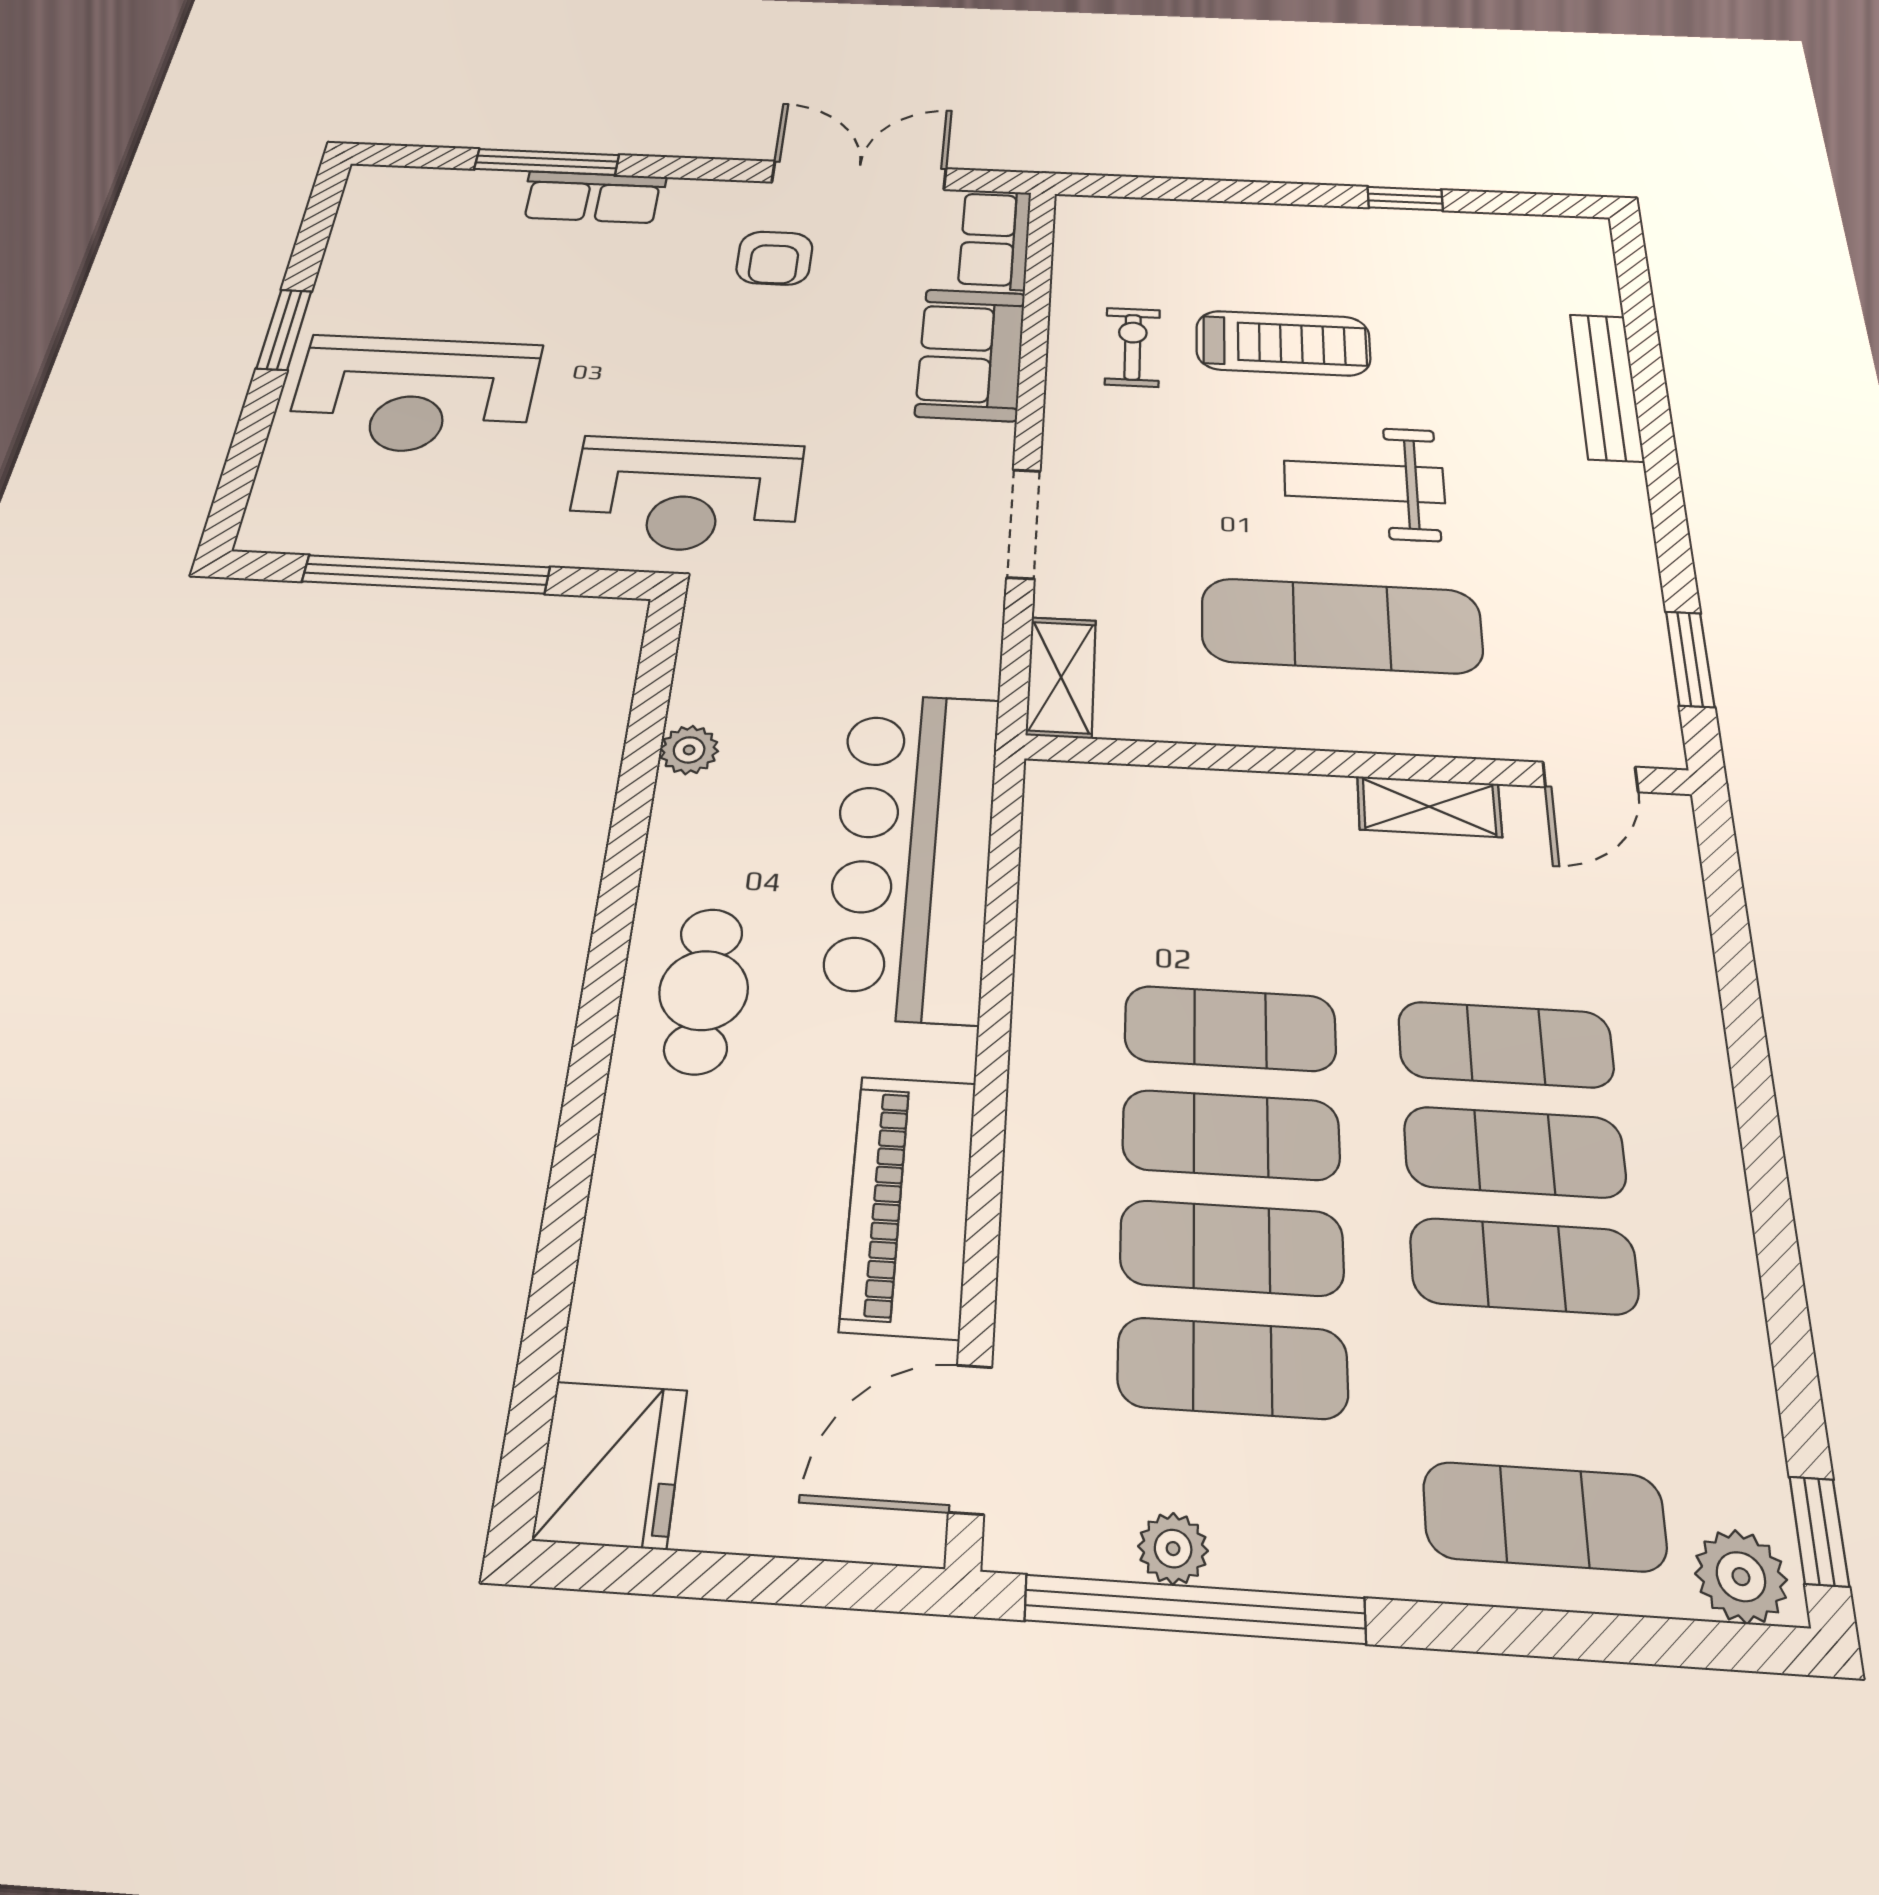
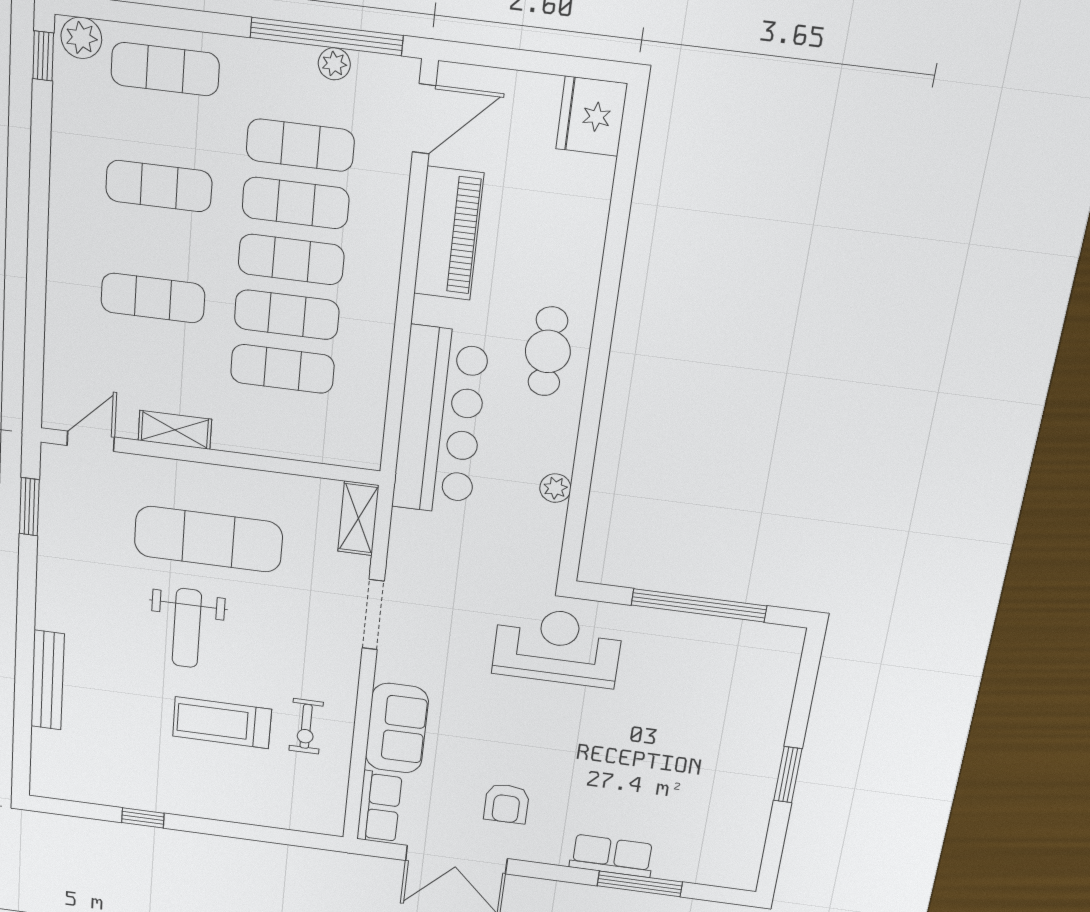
armchair: (774, 258) -> (506, 804), turned 180
reception desk: (414, 394) -> (711, 724), removed
weight bench: (1364, 482) -> (187, 628), turned 90
exercise mat: (1514, 1152) -> (282, 369), moved

